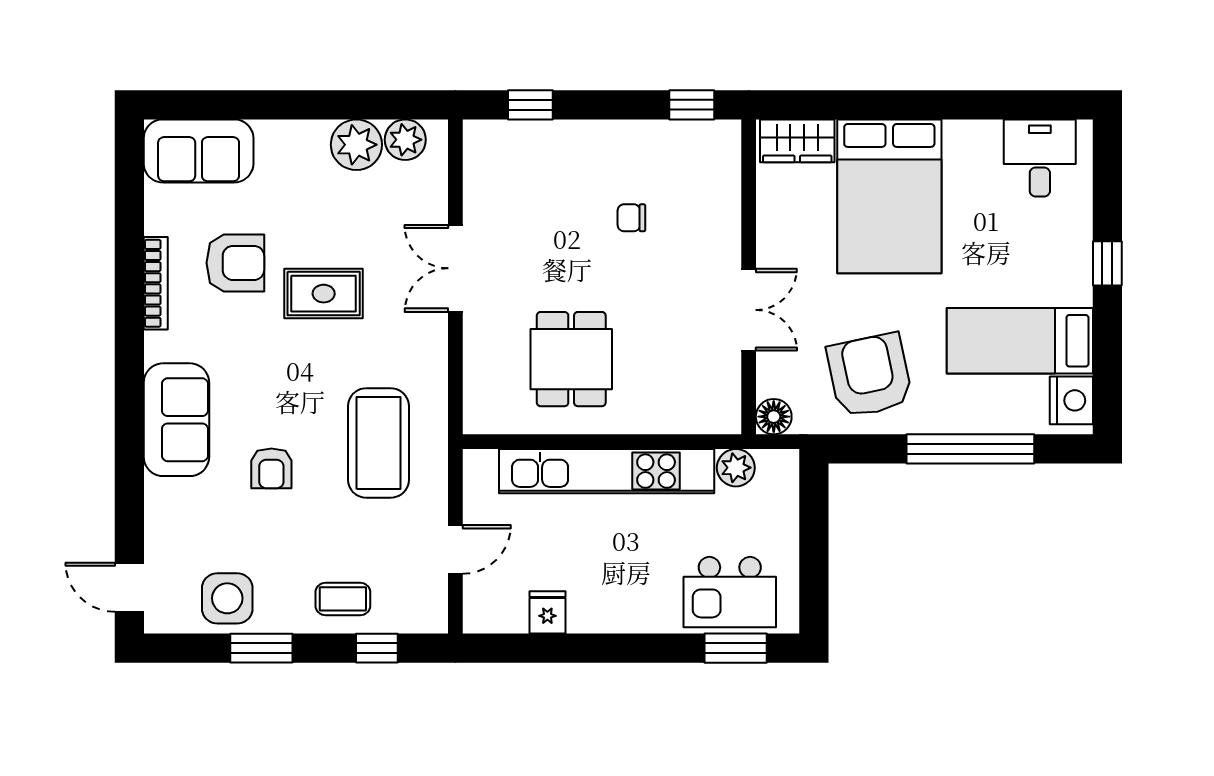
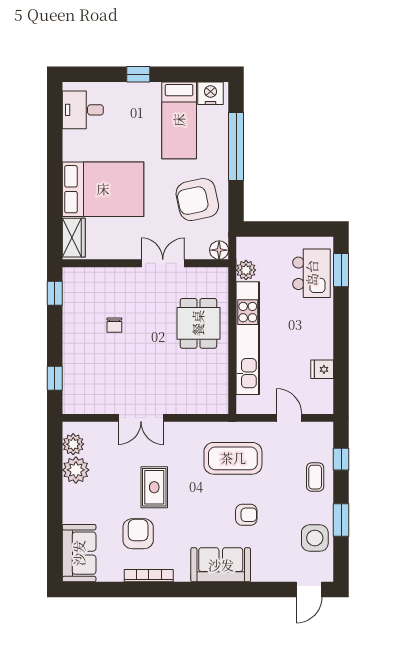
dining table: (571, 359) -> (198, 323), moved, turned 90

